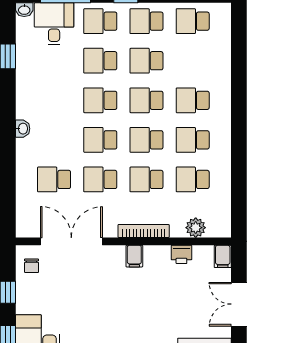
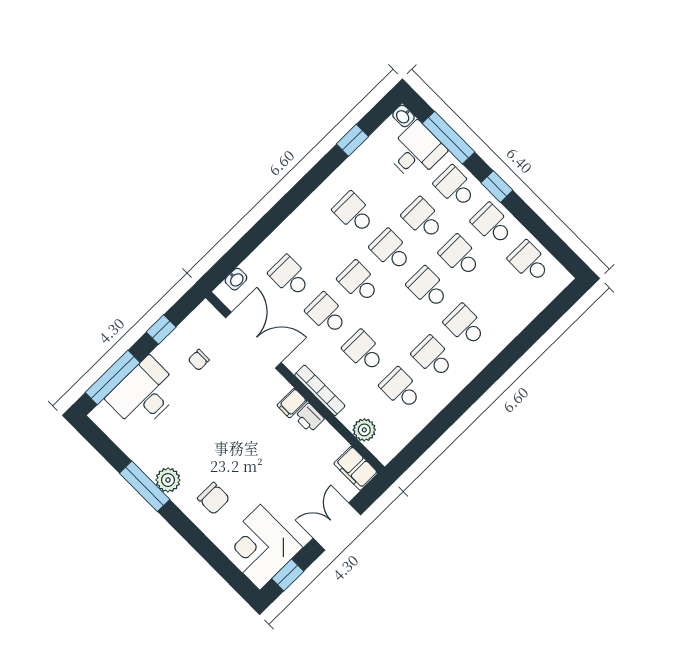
washbasin: (23, 129) -> (236, 279), moved
school desk: (146, 140) -> (354, 213), moved
printer: (181, 254) -> (309, 418), moved
filing cabinet: (223, 256) -> (356, 468), width x2.00
chair: (32, 266) -> (199, 360), moved

